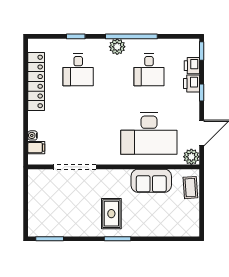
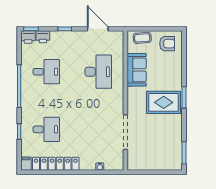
plant: (117, 47) -> (27, 98), removed
printer: (192, 84) -> (28, 37), moved
desk: (149, 134) -> (98, 72), width x0.73, depth x0.77
filing cabinet: (36, 148) -> (26, 164), moved
plant: (191, 157) -> (117, 37), removed
rug: (111, 214) -> (164, 102), width x1.36, depth x1.43
armchair: (183, 218) -> (167, 44), added

